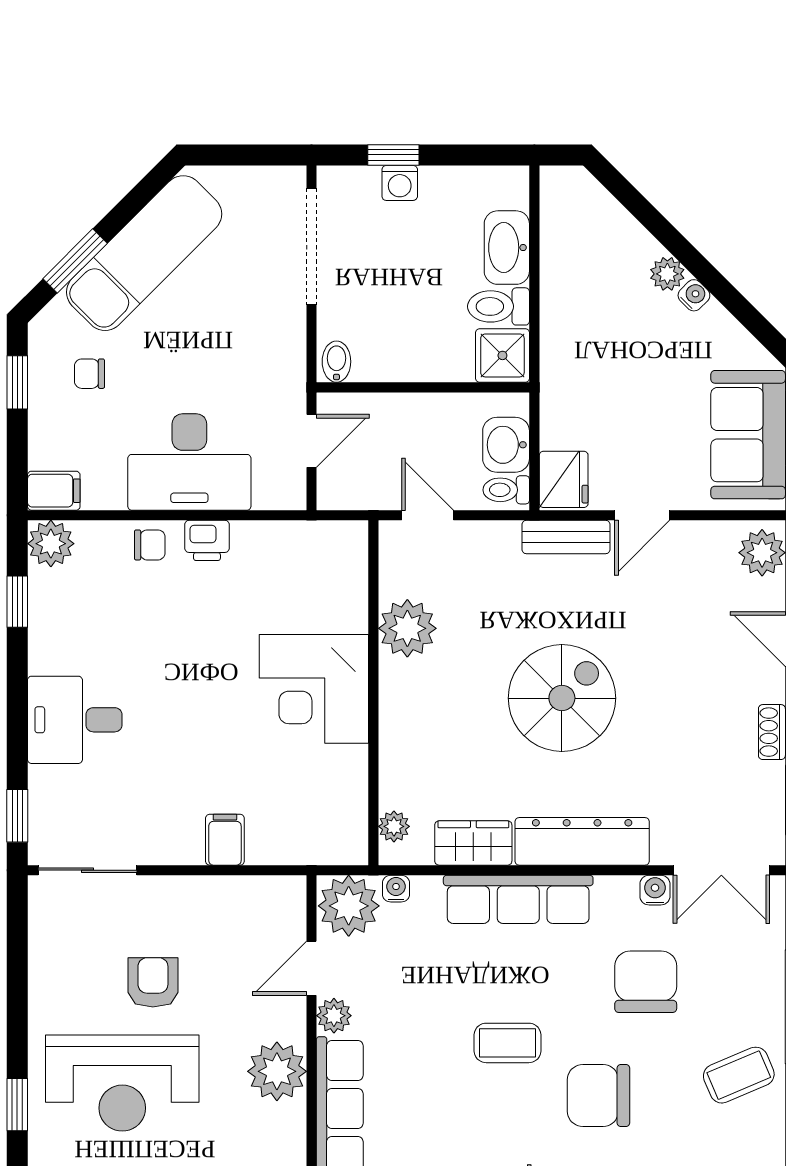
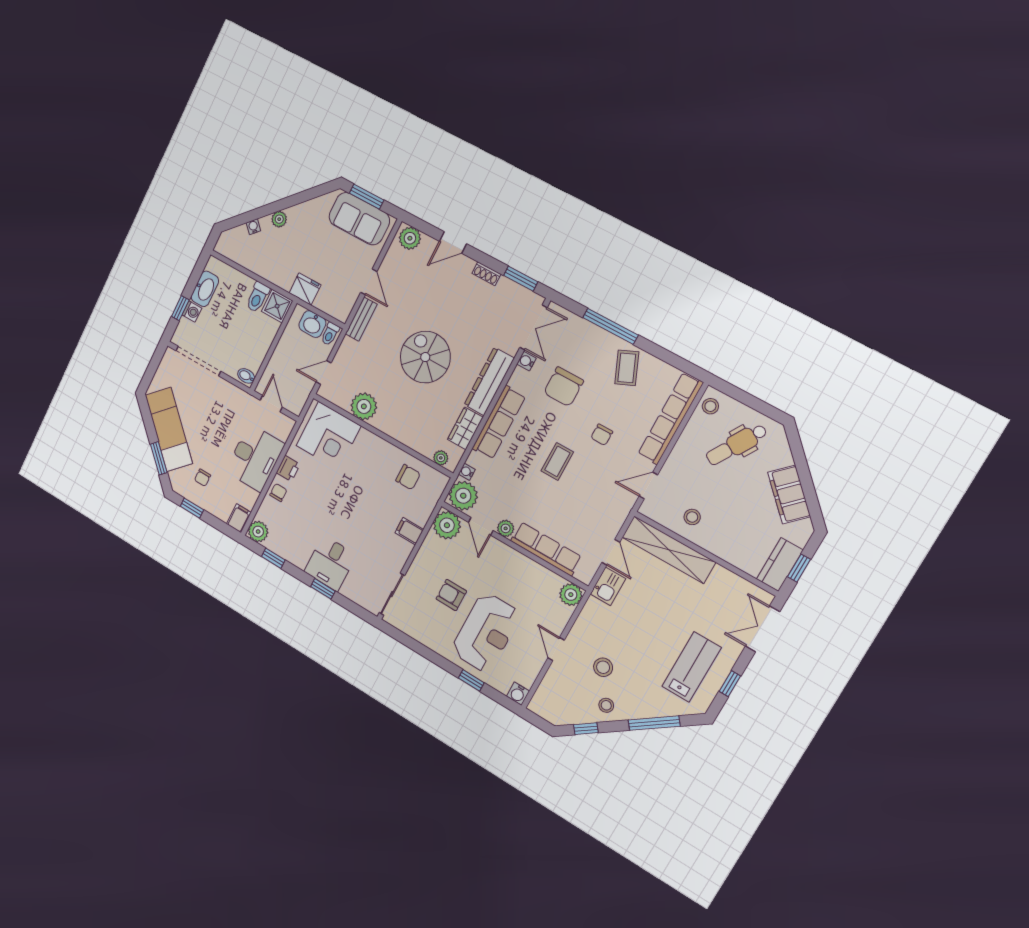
washbasin: (507, 248) -> (205, 289), moved, turned -90
water cooler: (694, 295) -> (253, 227), moved
fridge: (564, 479) -> (305, 289), moved
corner desk: (314, 689) -> (329, 436), moved
chair: (324, 784) -> (408, 477), added
window: (17, 816) -> (323, 589), moved
chair: (646, 982) -> (564, 387), turned -90
plant: (277, 1071) -> (447, 525), moved
chair: (599, 1096) -> (602, 435), width x0.54, depth x0.54

